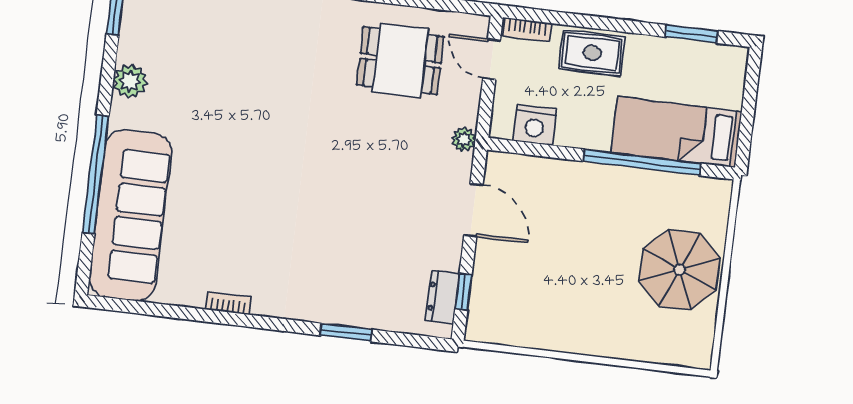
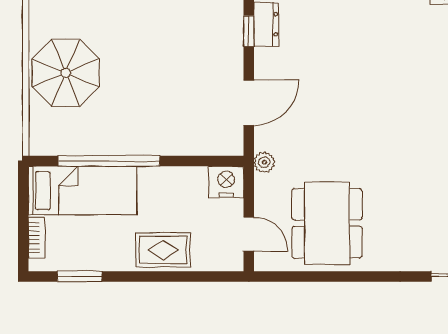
bookcase: (527, 30) -> (36, 238), moved, turned 90
dining table: (400, 61) -> (327, 223), width x1.38
nightstand: (535, 125) -> (226, 182), moved
door: (473, 210) -> (249, 103), swing flipped

